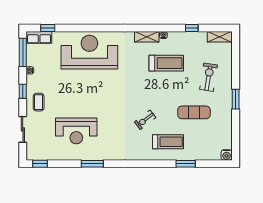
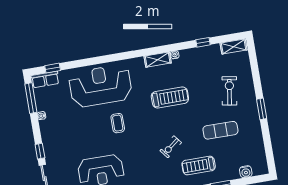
treadmill: (166, 63) -> (170, 97), moved
window: (23, 91) -> (40, 151), moved
coffee table: (39, 102) -> (118, 123), moved
treadmill: (168, 142) -> (199, 165), turned 180
water cooler: (227, 155) -> (246, 172), moved

